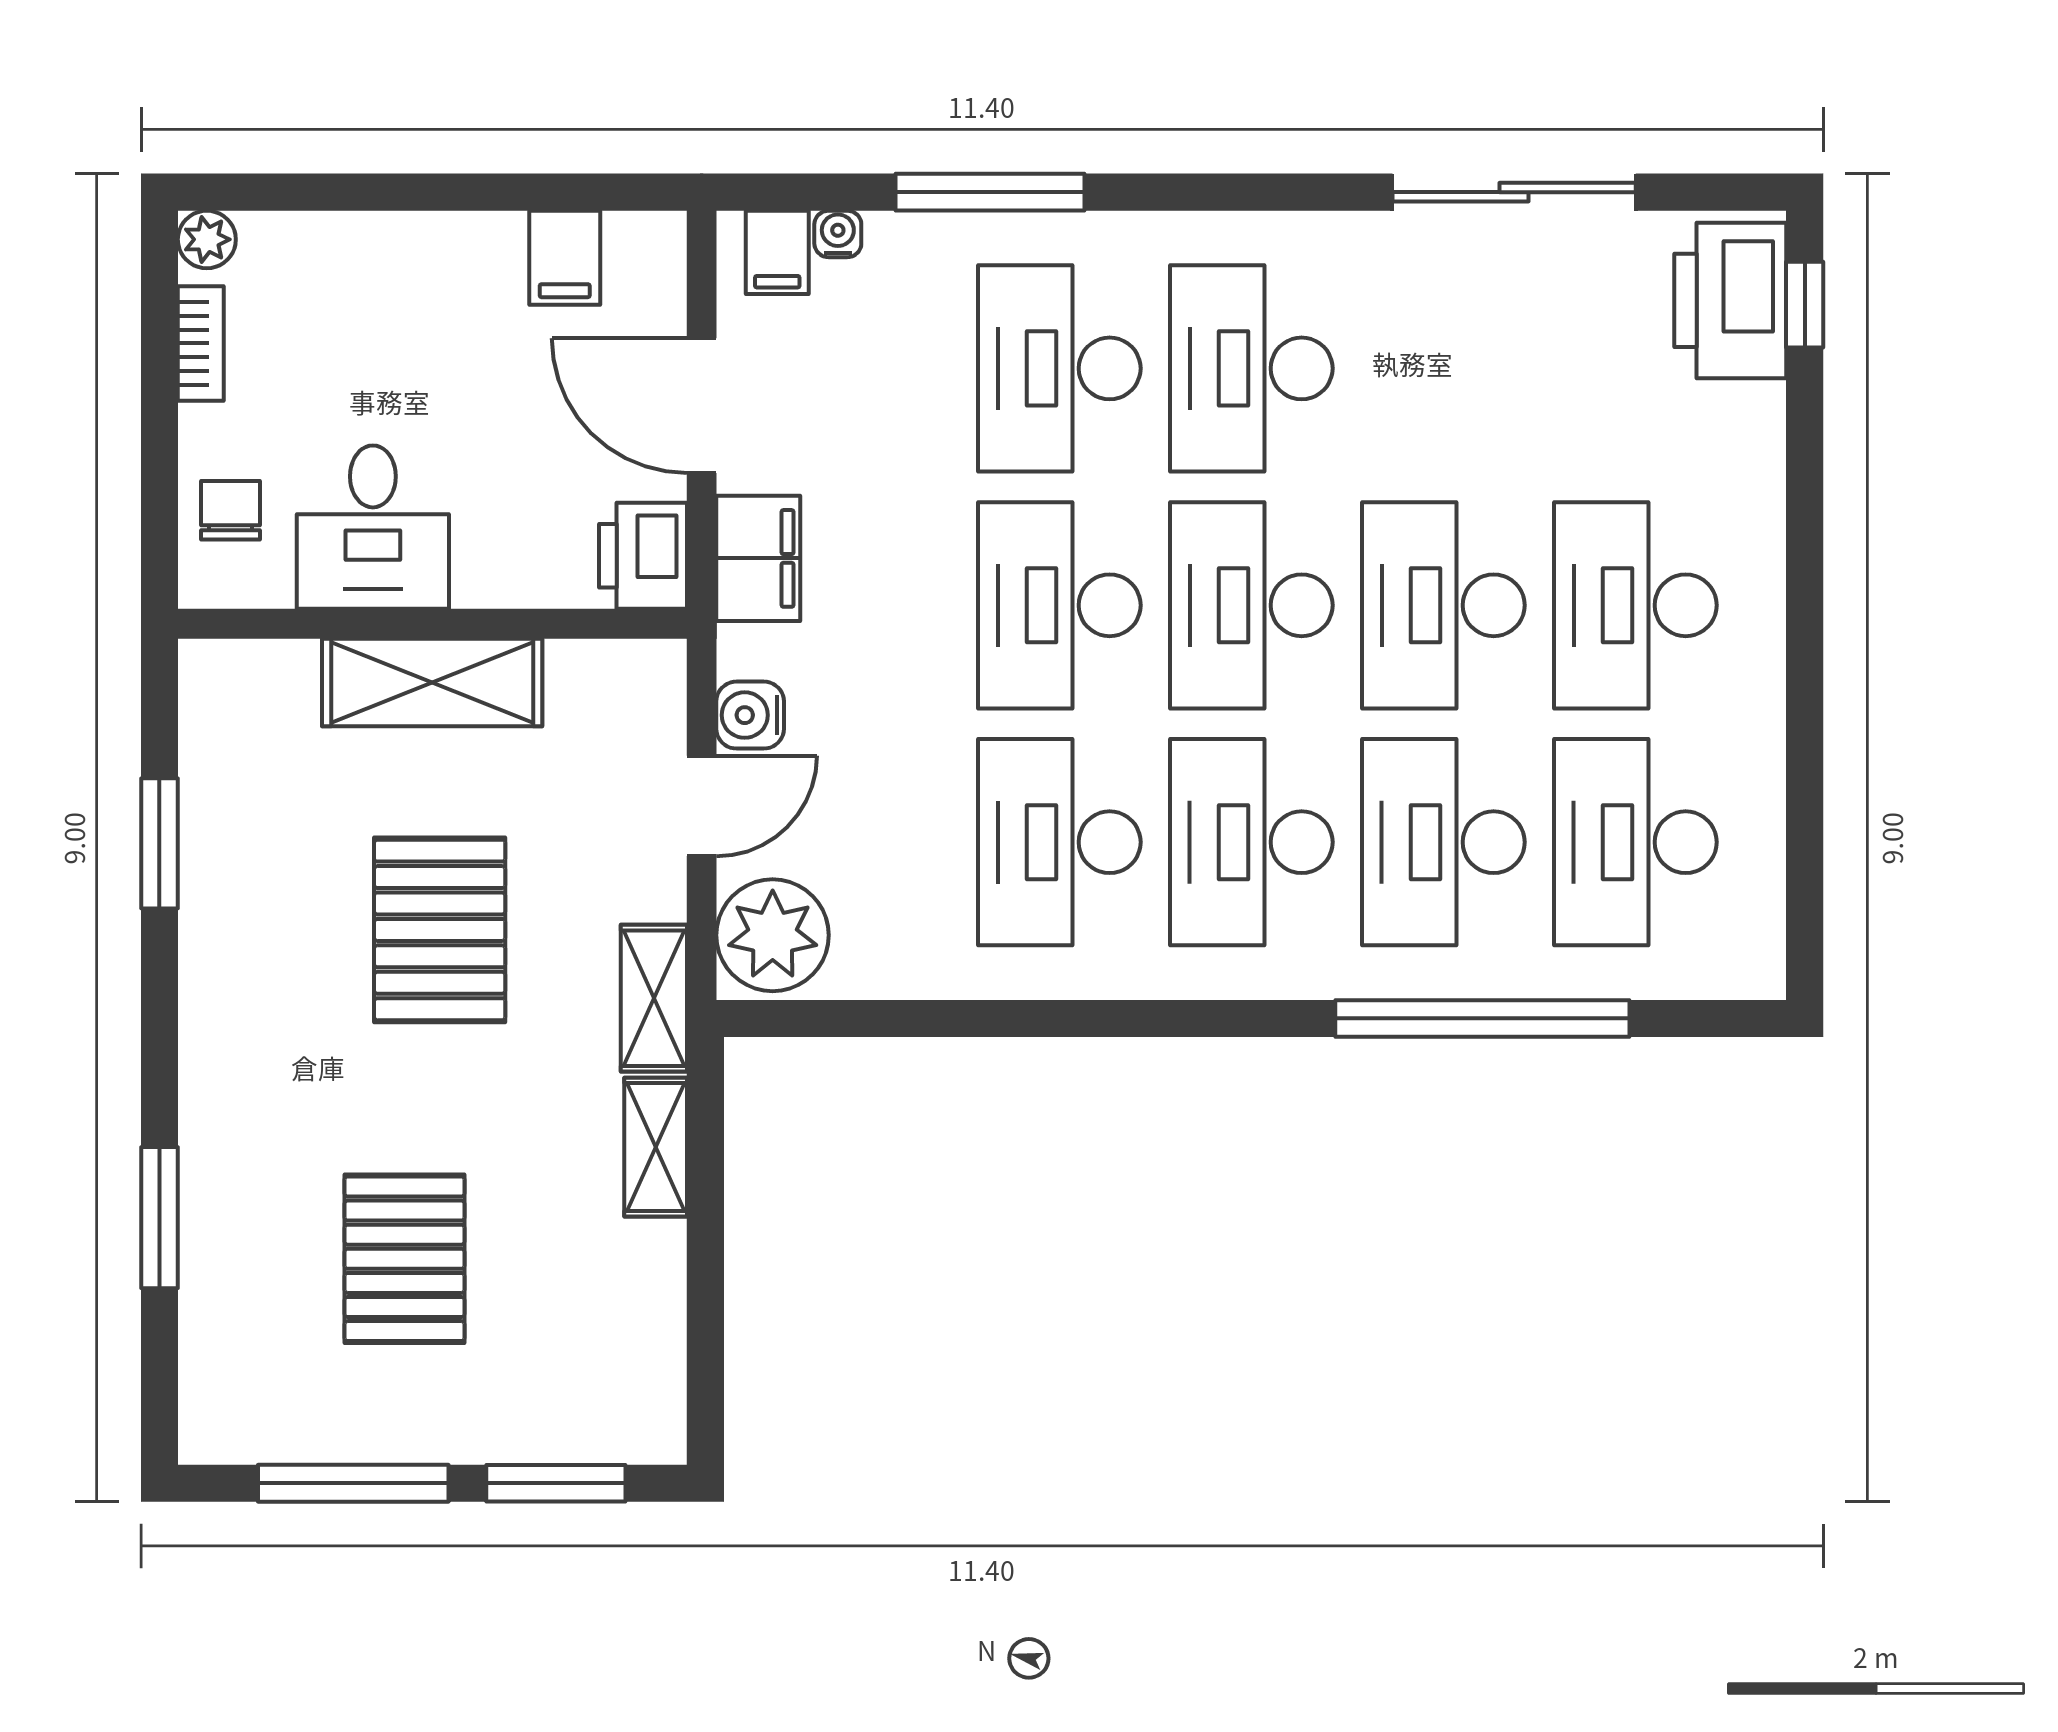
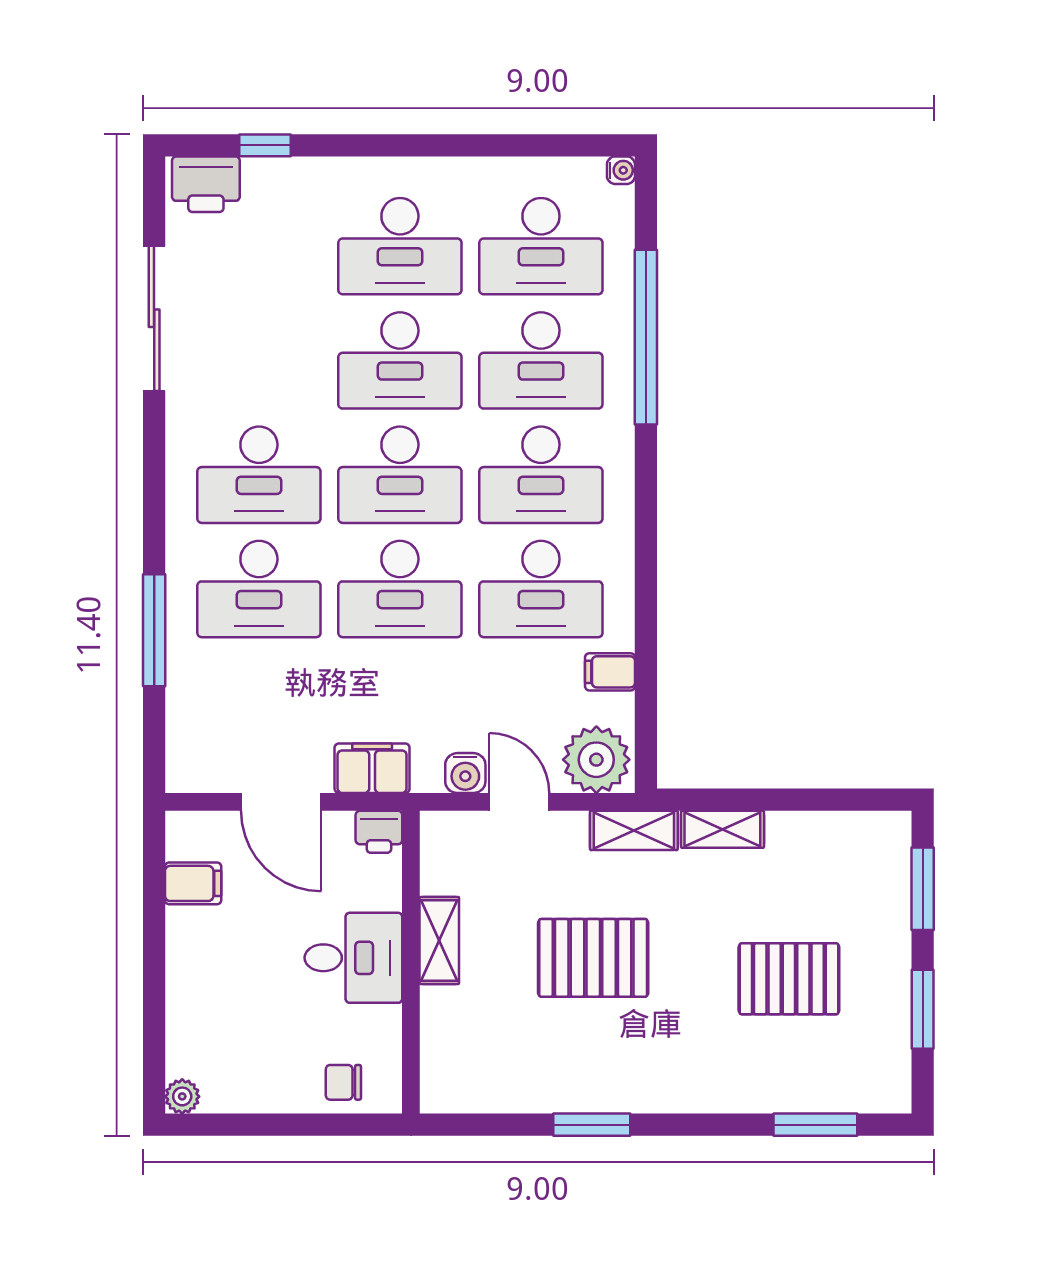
water cooler: (838, 234) -> (621, 170), moved, turned 180
filing cabinet: (777, 252) -> (610, 672), moved, turned 180
printer: (1730, 300) -> (206, 184), width x0.73, depth x0.84
window: (1805, 305) -> (265, 145), moved
bookcase: (201, 343) -> (244, 1100), removed
door: (702, 406) -> (281, 802), hinge flipped
desk: (373, 527) -> (353, 958), moved
printer: (643, 556) -> (379, 832), width x0.73, depth x0.81
shelving: (432, 682) -> (439, 940), width x0.67, depth x0.75
window: (159, 843) -> (592, 1125), moved
window: (159, 1218) -> (815, 1125), moved
window: (353, 1483) -> (923, 1009), width x0.69

